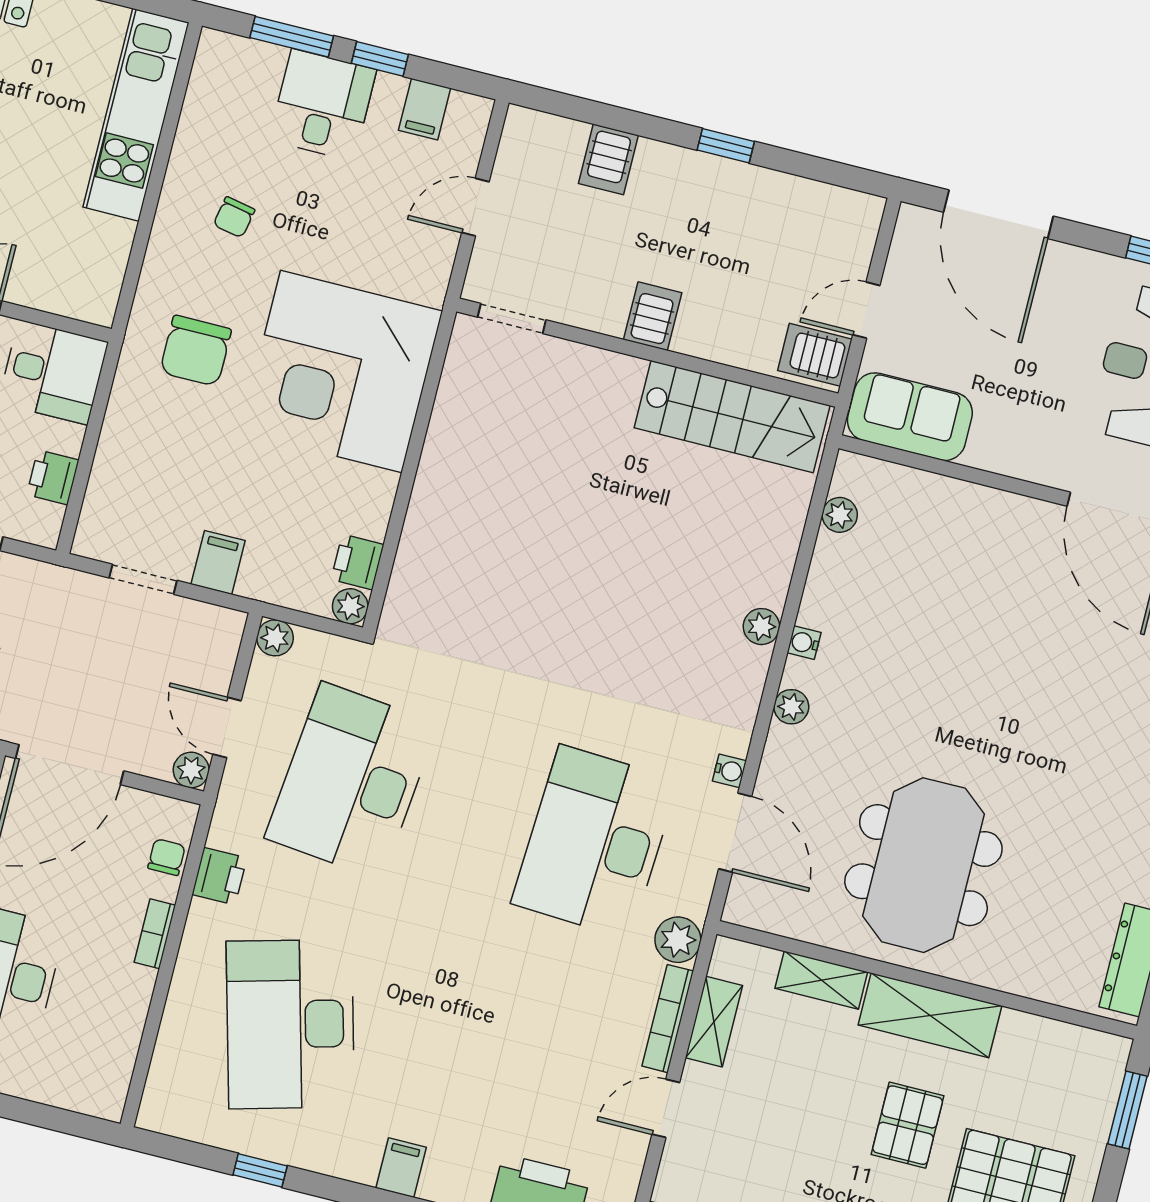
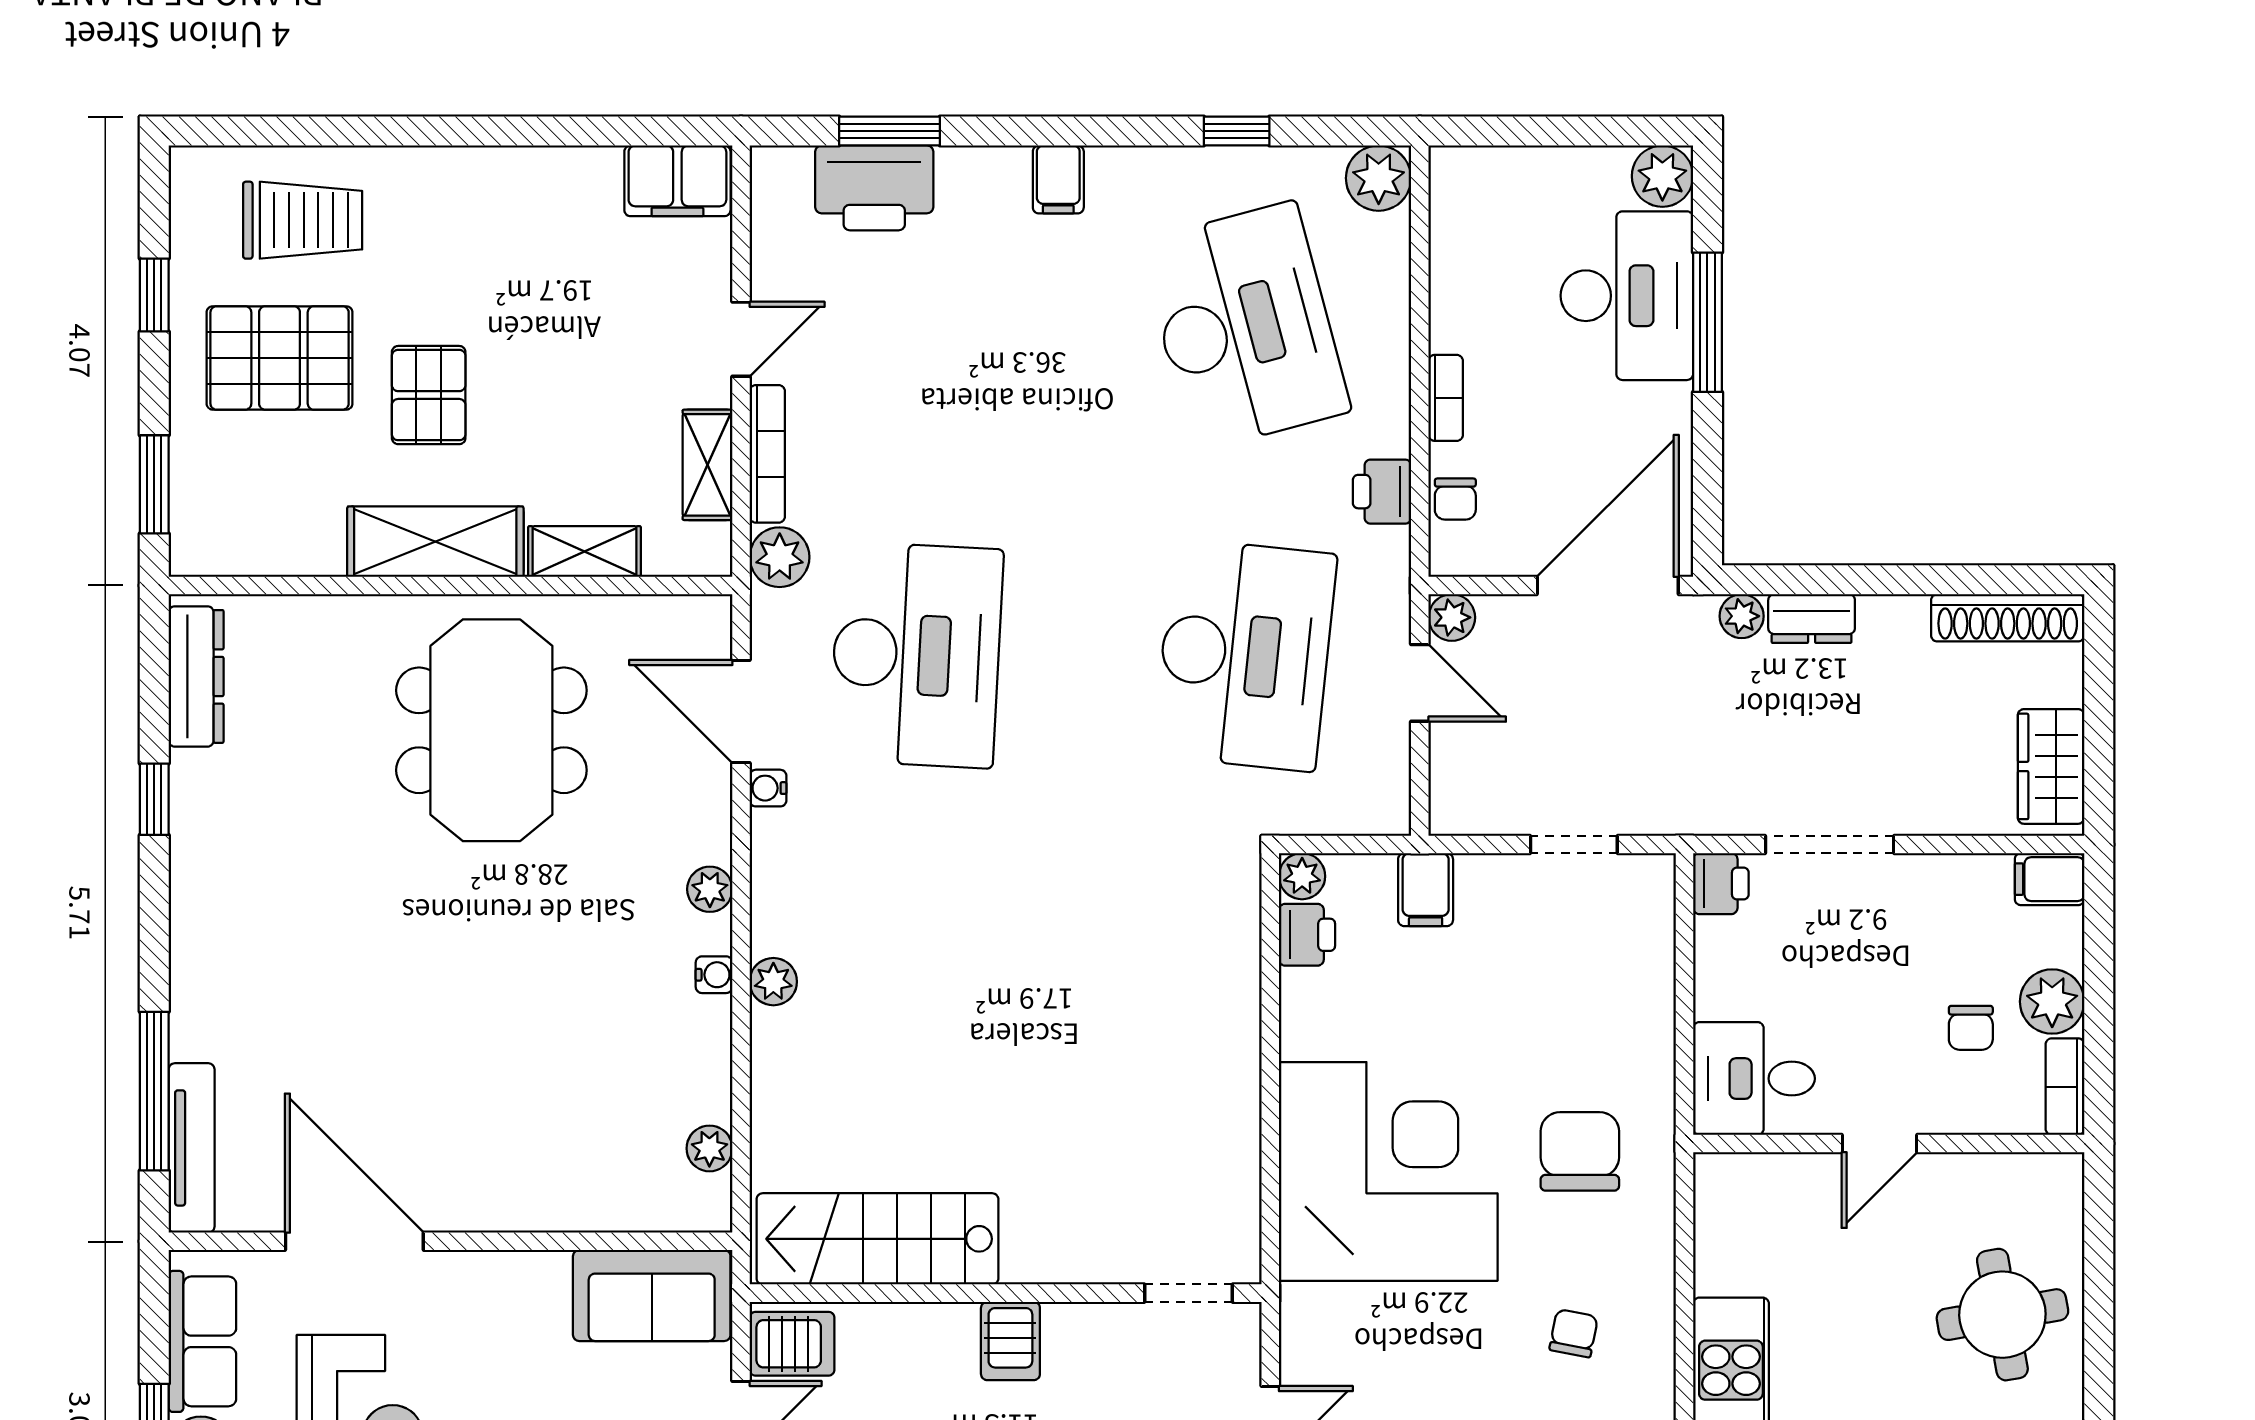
printer: (53, 477) -> (1721, 884), moved
filing cabinet: (218, 562) -> (1426, 890), moved
plant: (275, 638) -> (1379, 178), moved, width x1.38, depth x1.38

